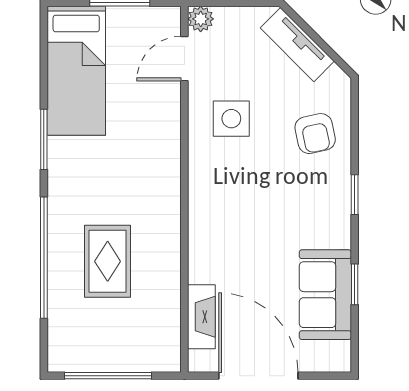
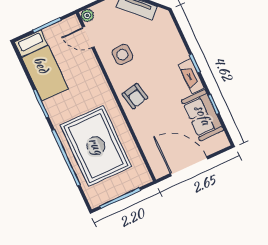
door: (184, 59) -> (88, 37), hinge flipped
armchair: (315, 134) -> (135, 96), moved
rug: (108, 261) -> (96, 146), width x1.86, depth x2.06
fireplace: (201, 317) -> (191, 76), moved, turned 180

